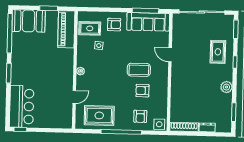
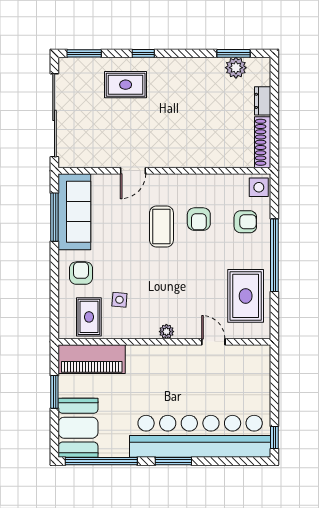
plant: (226, 87) -> (236, 68), moved
bar counter: (22, 106) -> (200, 436), width x1.86

